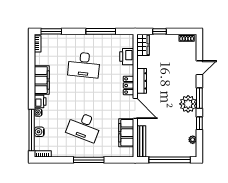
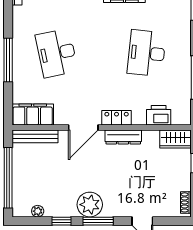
desk: (84, 127) -> (57, 53), turned -33
filing cabinet: (126, 133) -> (33, 114), moved

